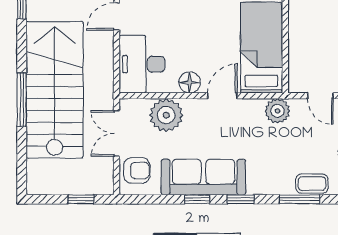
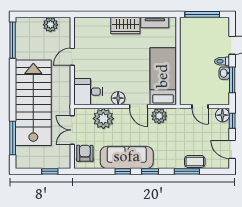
desk: (142, 64) -> (88, 92), width x0.73
door: (222, 96) -> (139, 106), swing flipped
window: (22, 100) -> (13, 138), moved
plant: (277, 111) -> (159, 116), moved
armchair: (137, 170) -> (85, 153), turned -90

